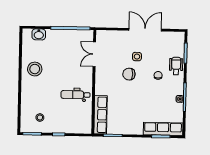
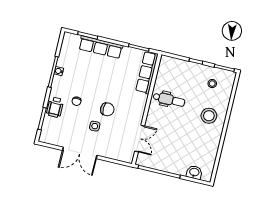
stool: (35, 69) -> (209, 116), moved
row of seats: (163, 129) -> (101, 47), moved

